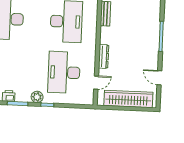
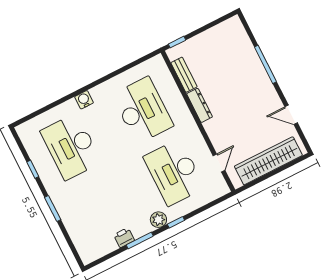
dresser: (104, 56) -> (199, 105), moved

